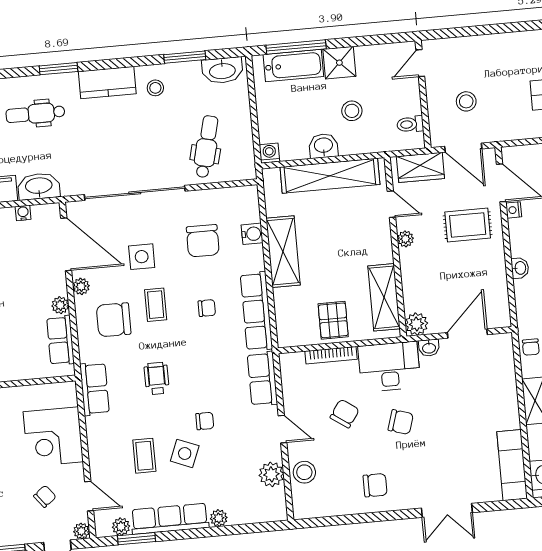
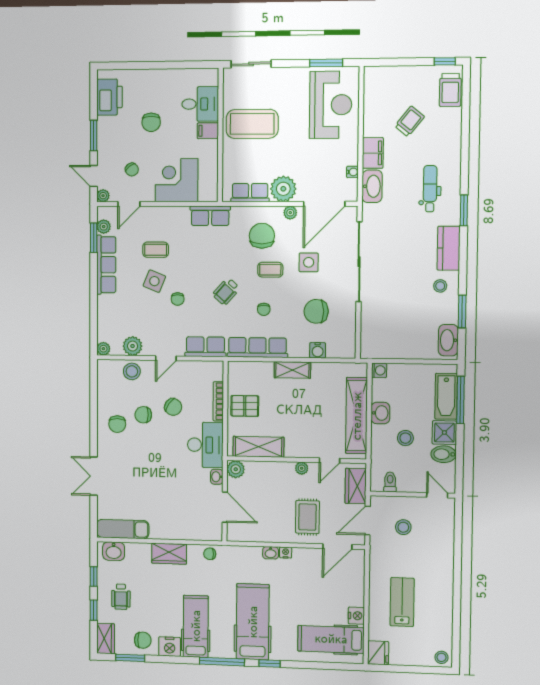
bidet: (367, 61) -> (444, 454), added
dental chair: (206, 147) -> (389, 322), removed
nightstand: (514, 210) -> (286, 553), moved
shelving: (283, 252) -> (292, 370), width x0.67, depth x0.75
plant: (60, 305) -> (283, 189), width x1.88, depth x1.88
wheelchair: (157, 378) -> (226, 291), moved, turned 132
chair: (401, 422) -> (143, 415), moved, turned 73
plant: (219, 518) -> (103, 349), moved

